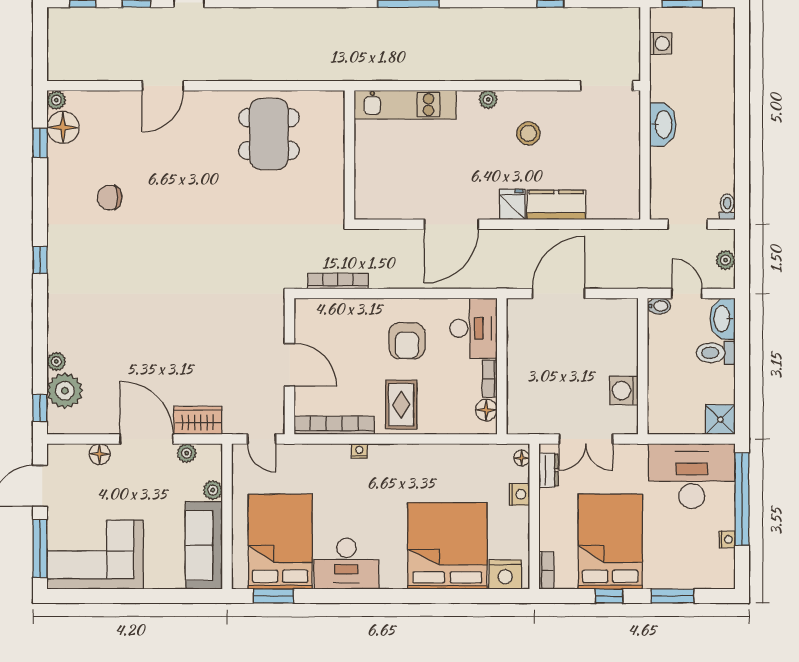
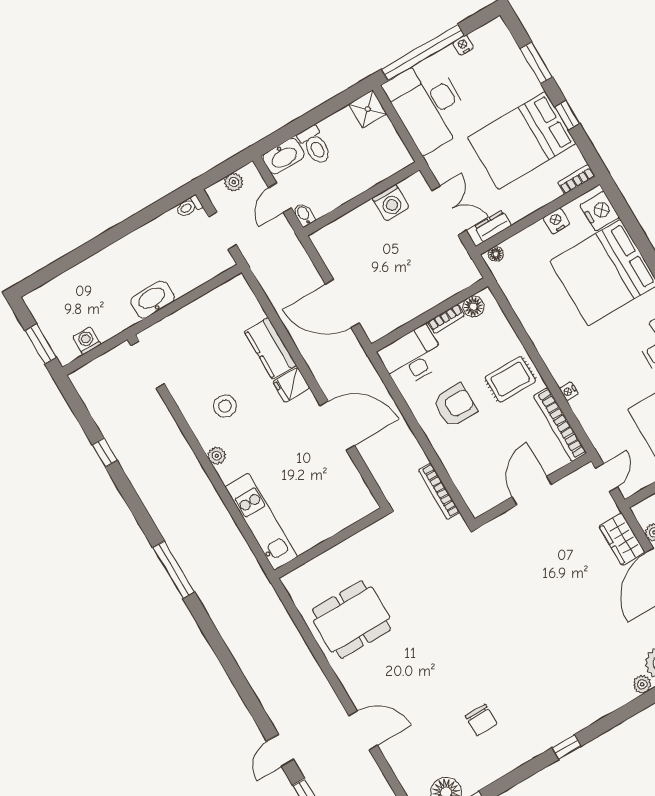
nightstand: (519, 494) -> (556, 221), moved

